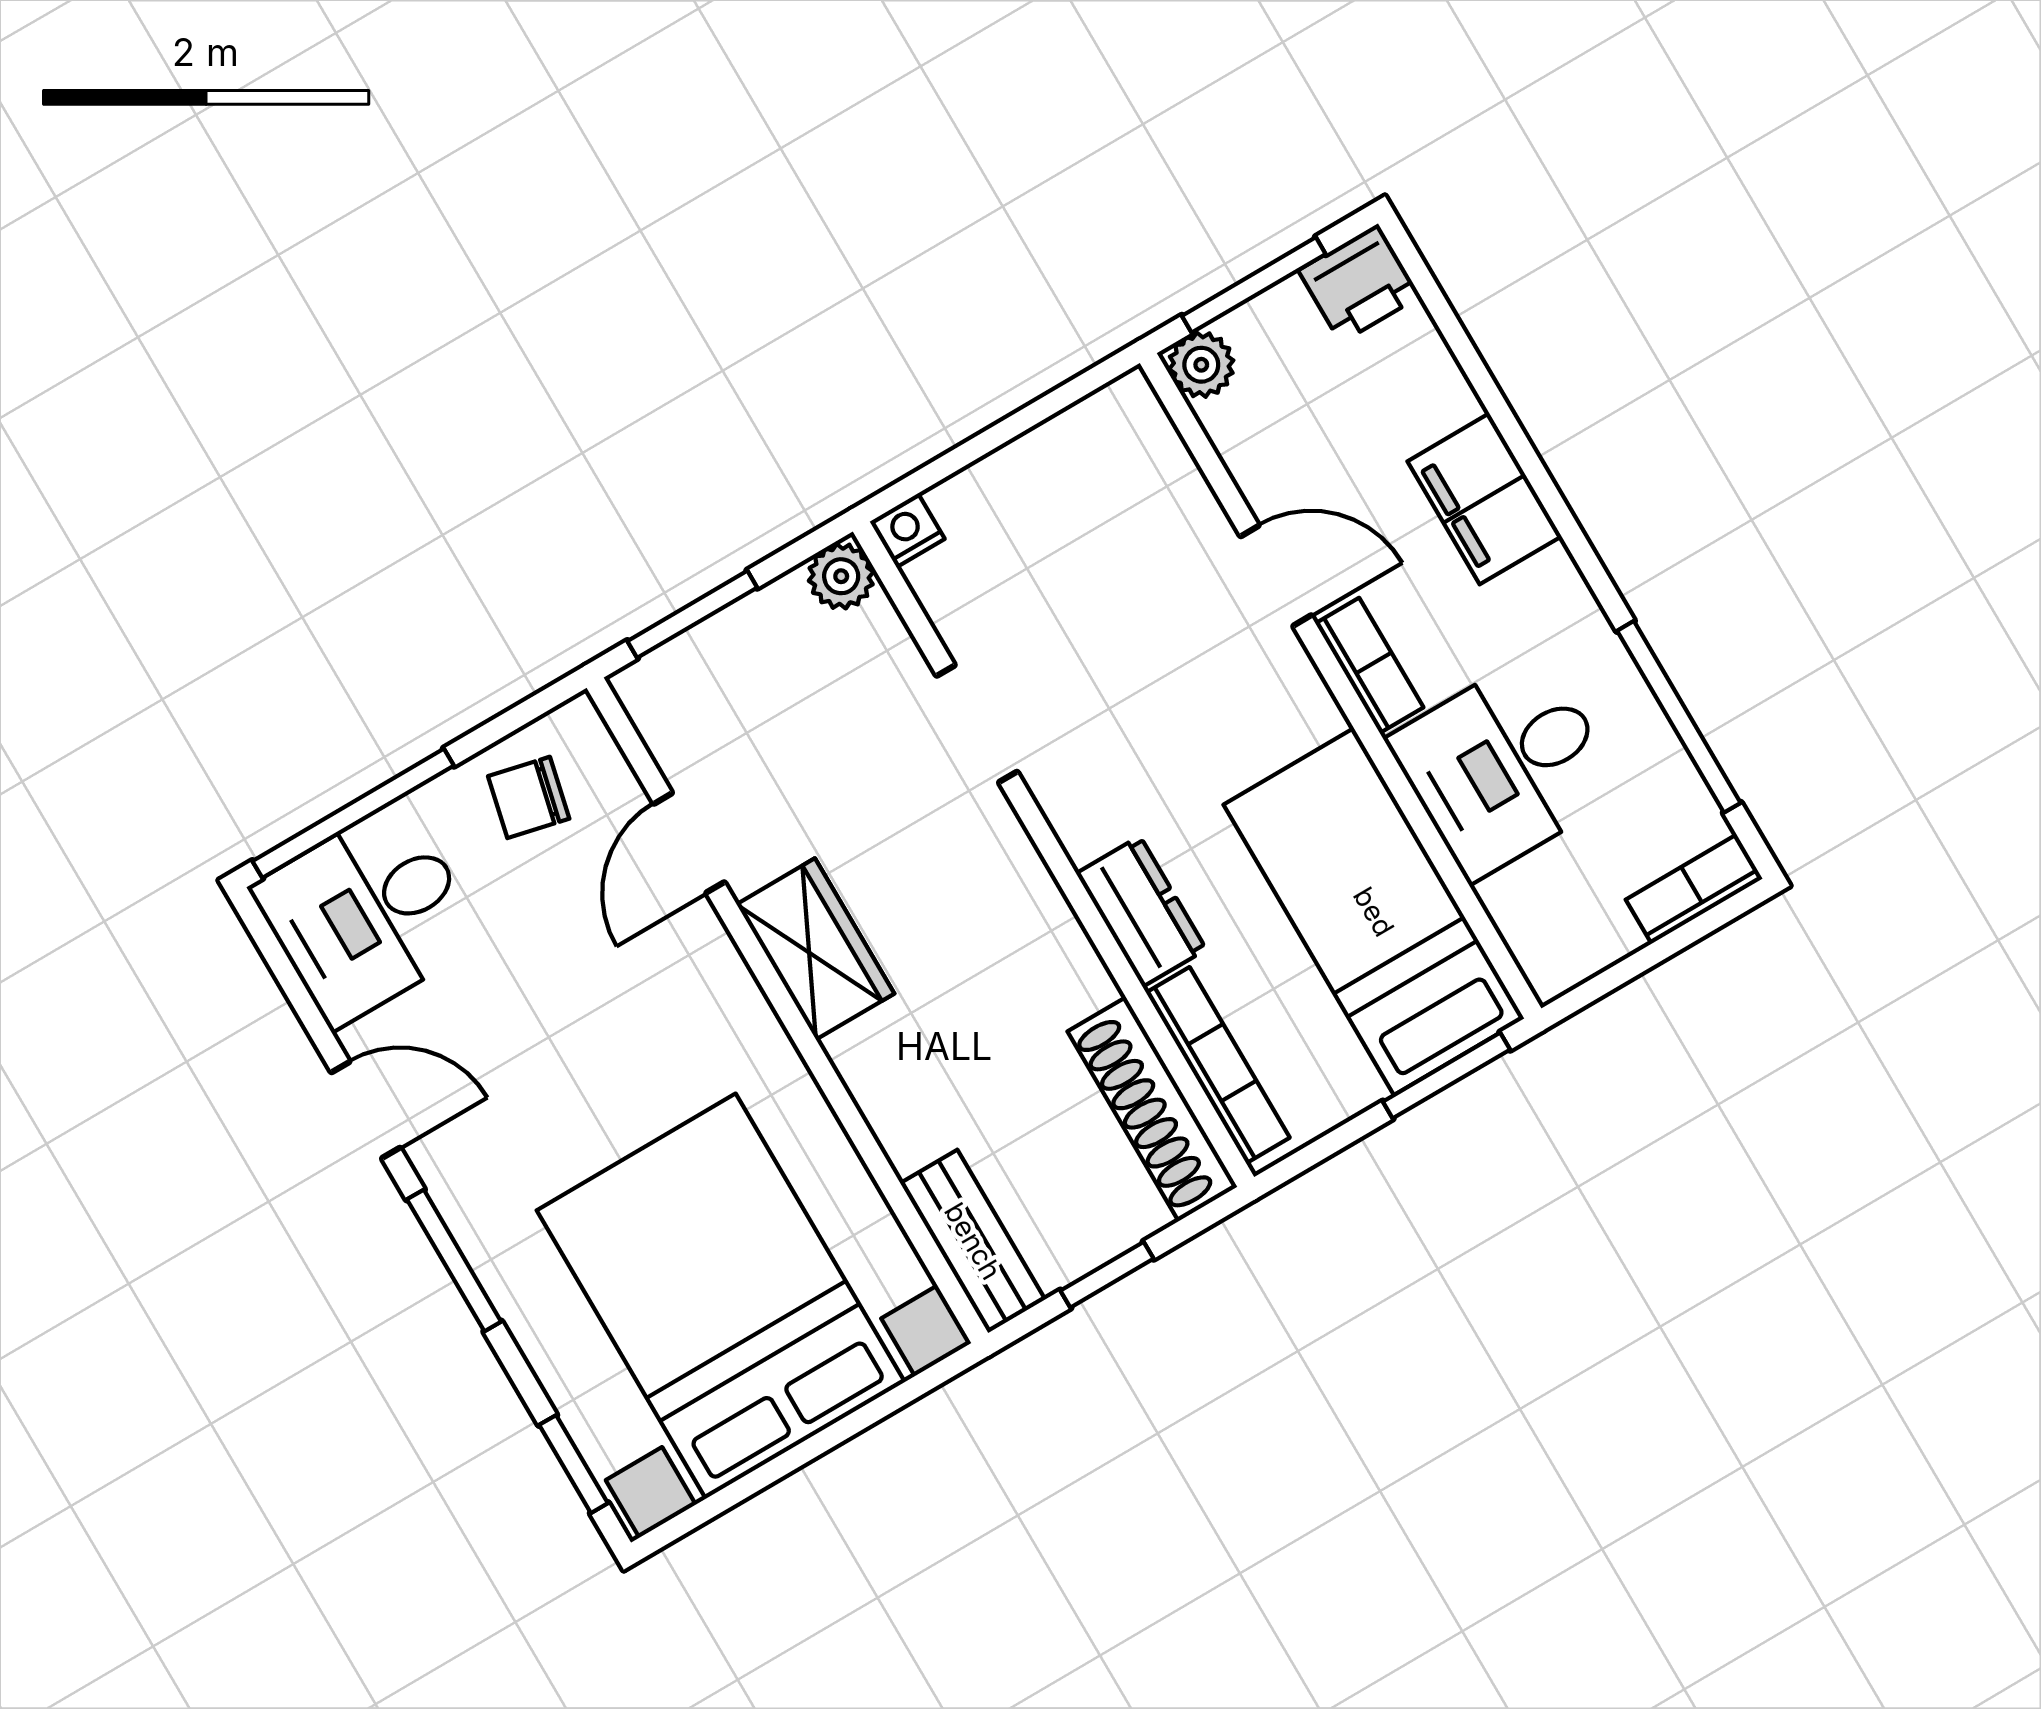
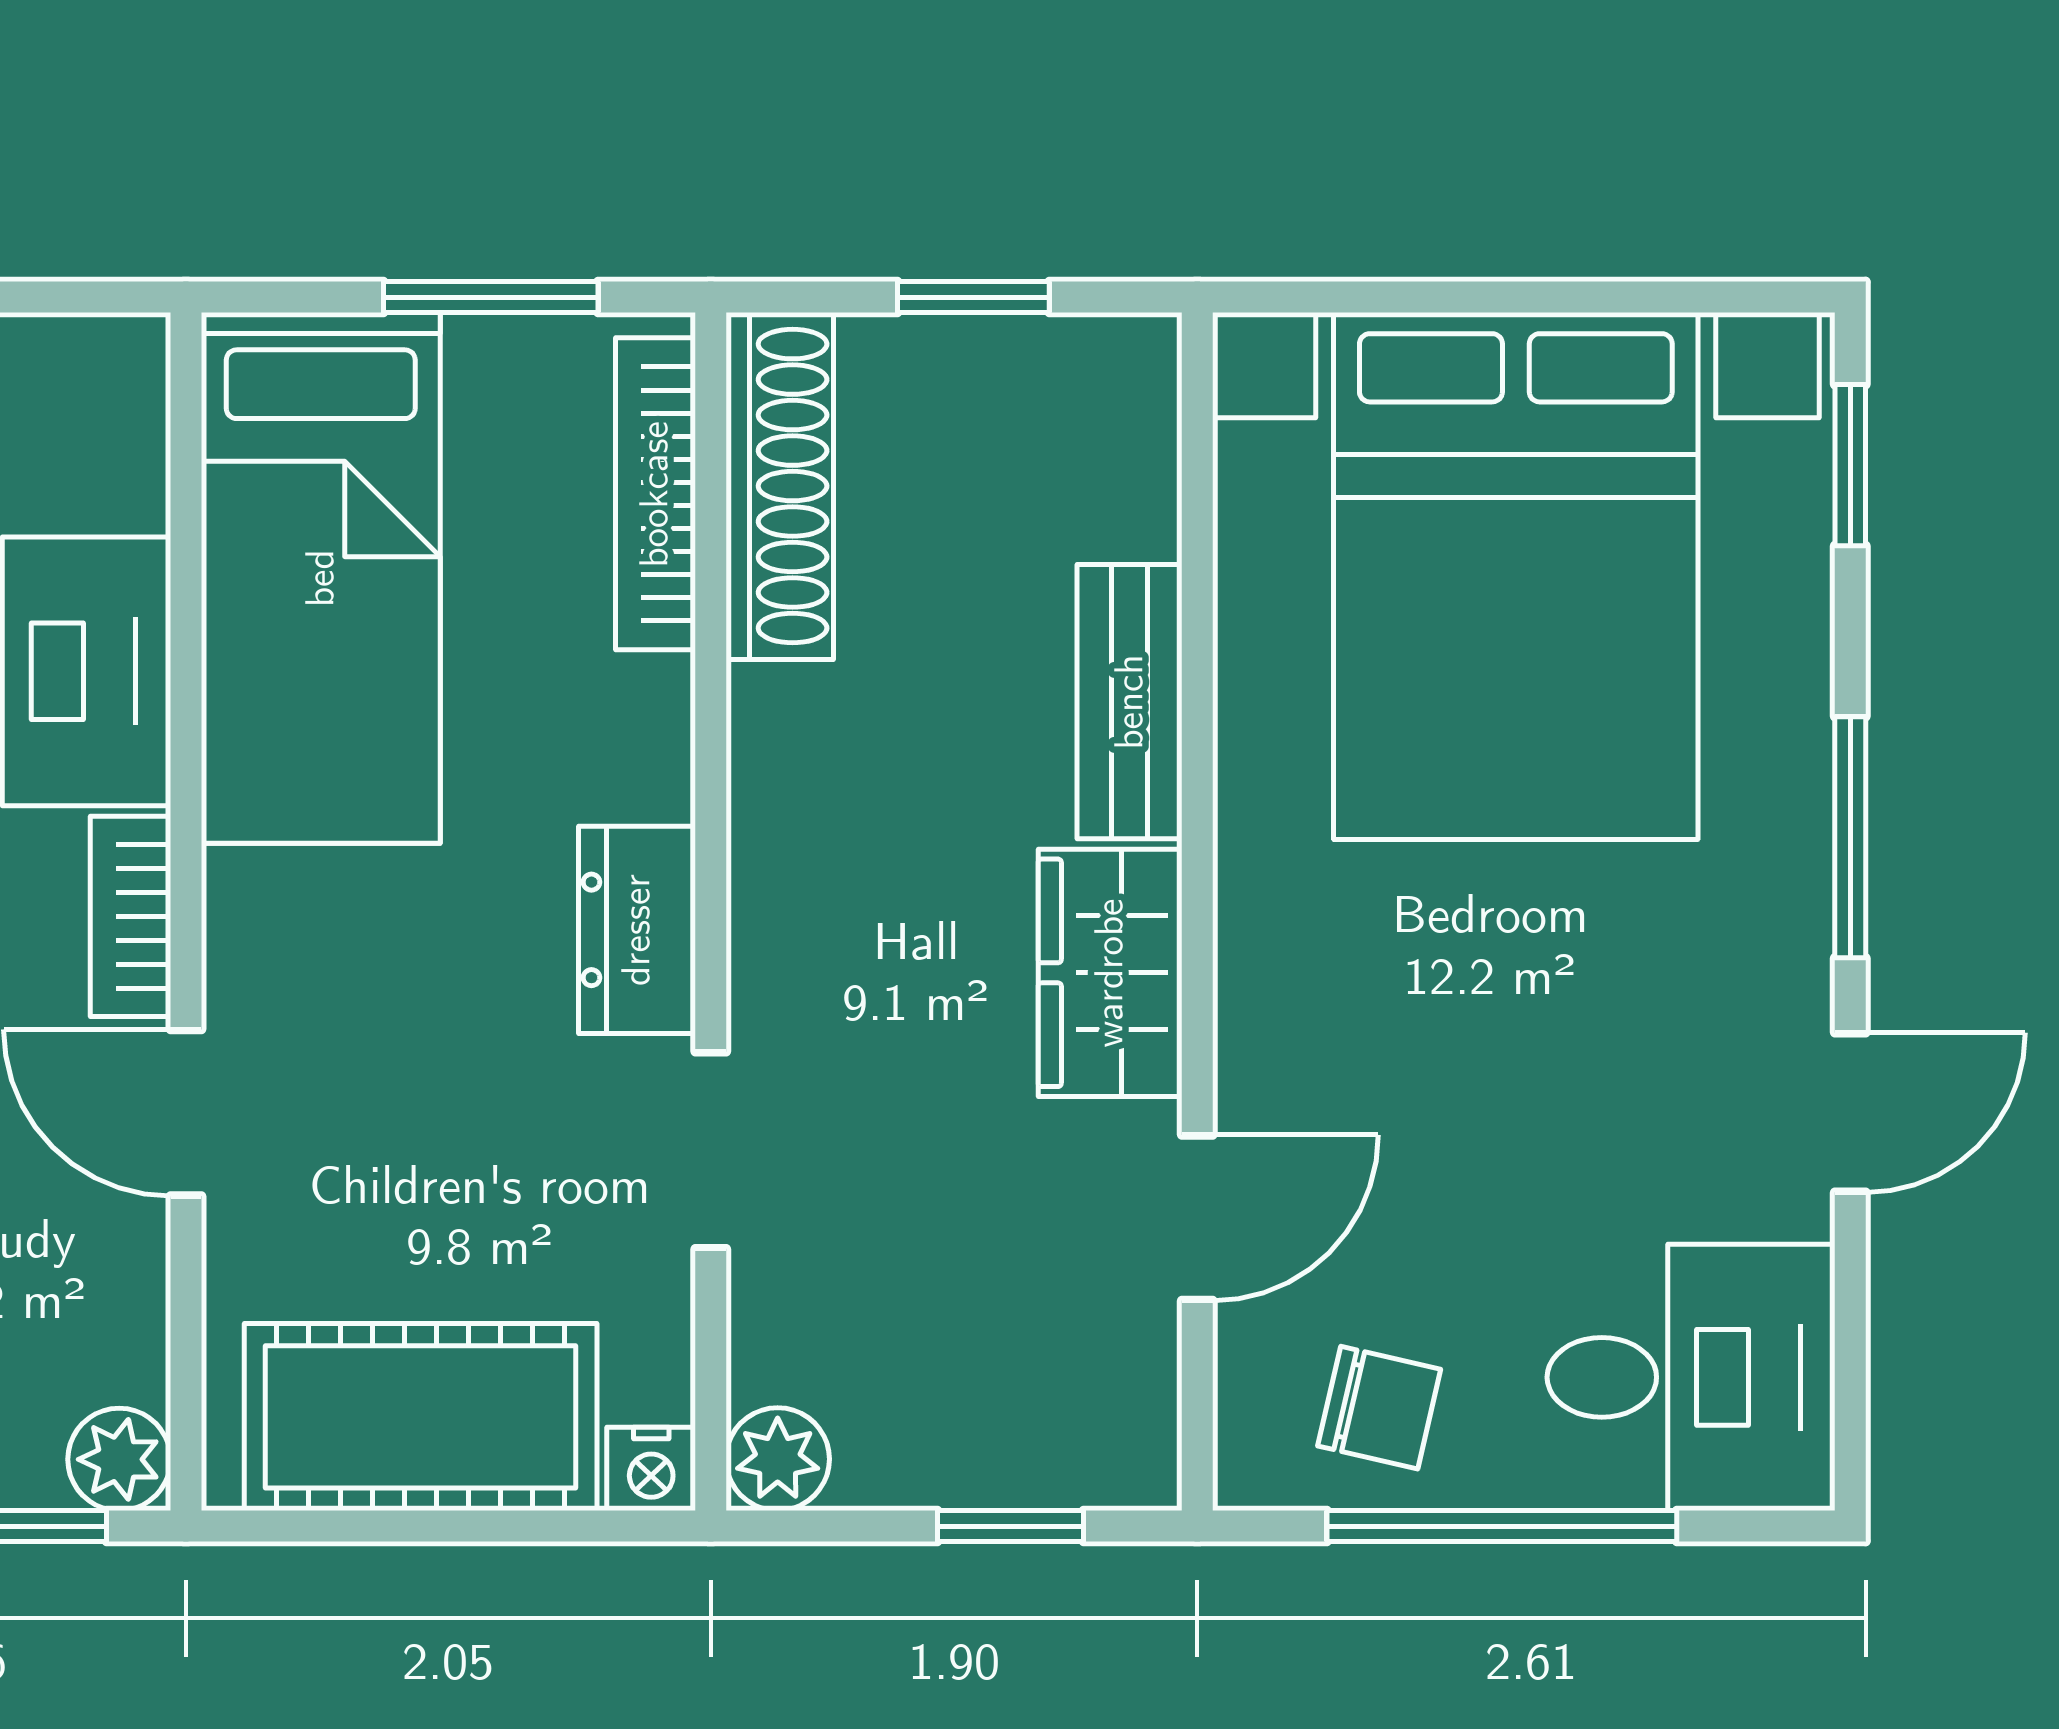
cot: (1050, 485) -> (421, 1417), added
window: (692, 614) -> (1011, 1526), width x0.67
window: (353, 813) -> (1502, 1526), moved
dresser: (1141, 911) -> (637, 930), moved
window: (1446, 1076) -> (491, 297), moved
door: (366, 1110) -> (1850, 1112), swing flipped
bench: (973, 1241) -> (1130, 702), moved

